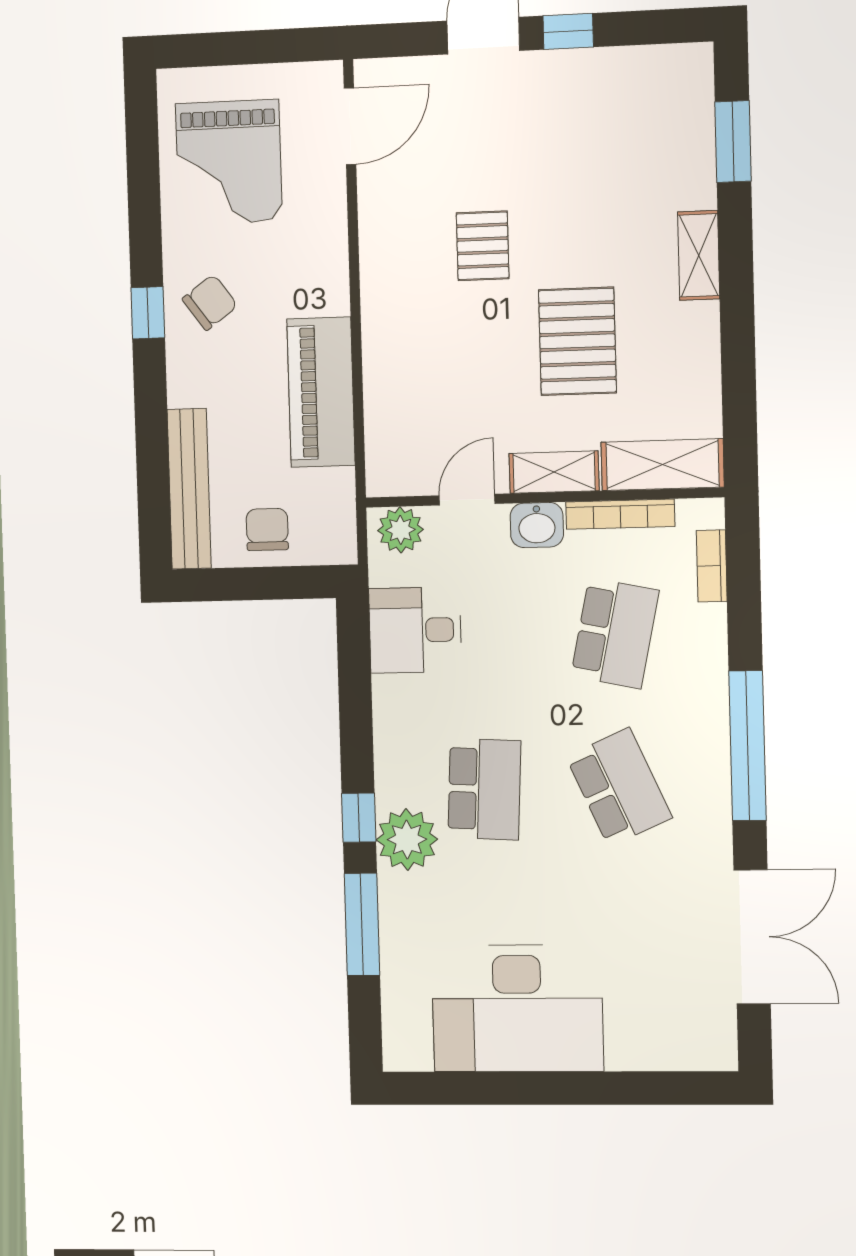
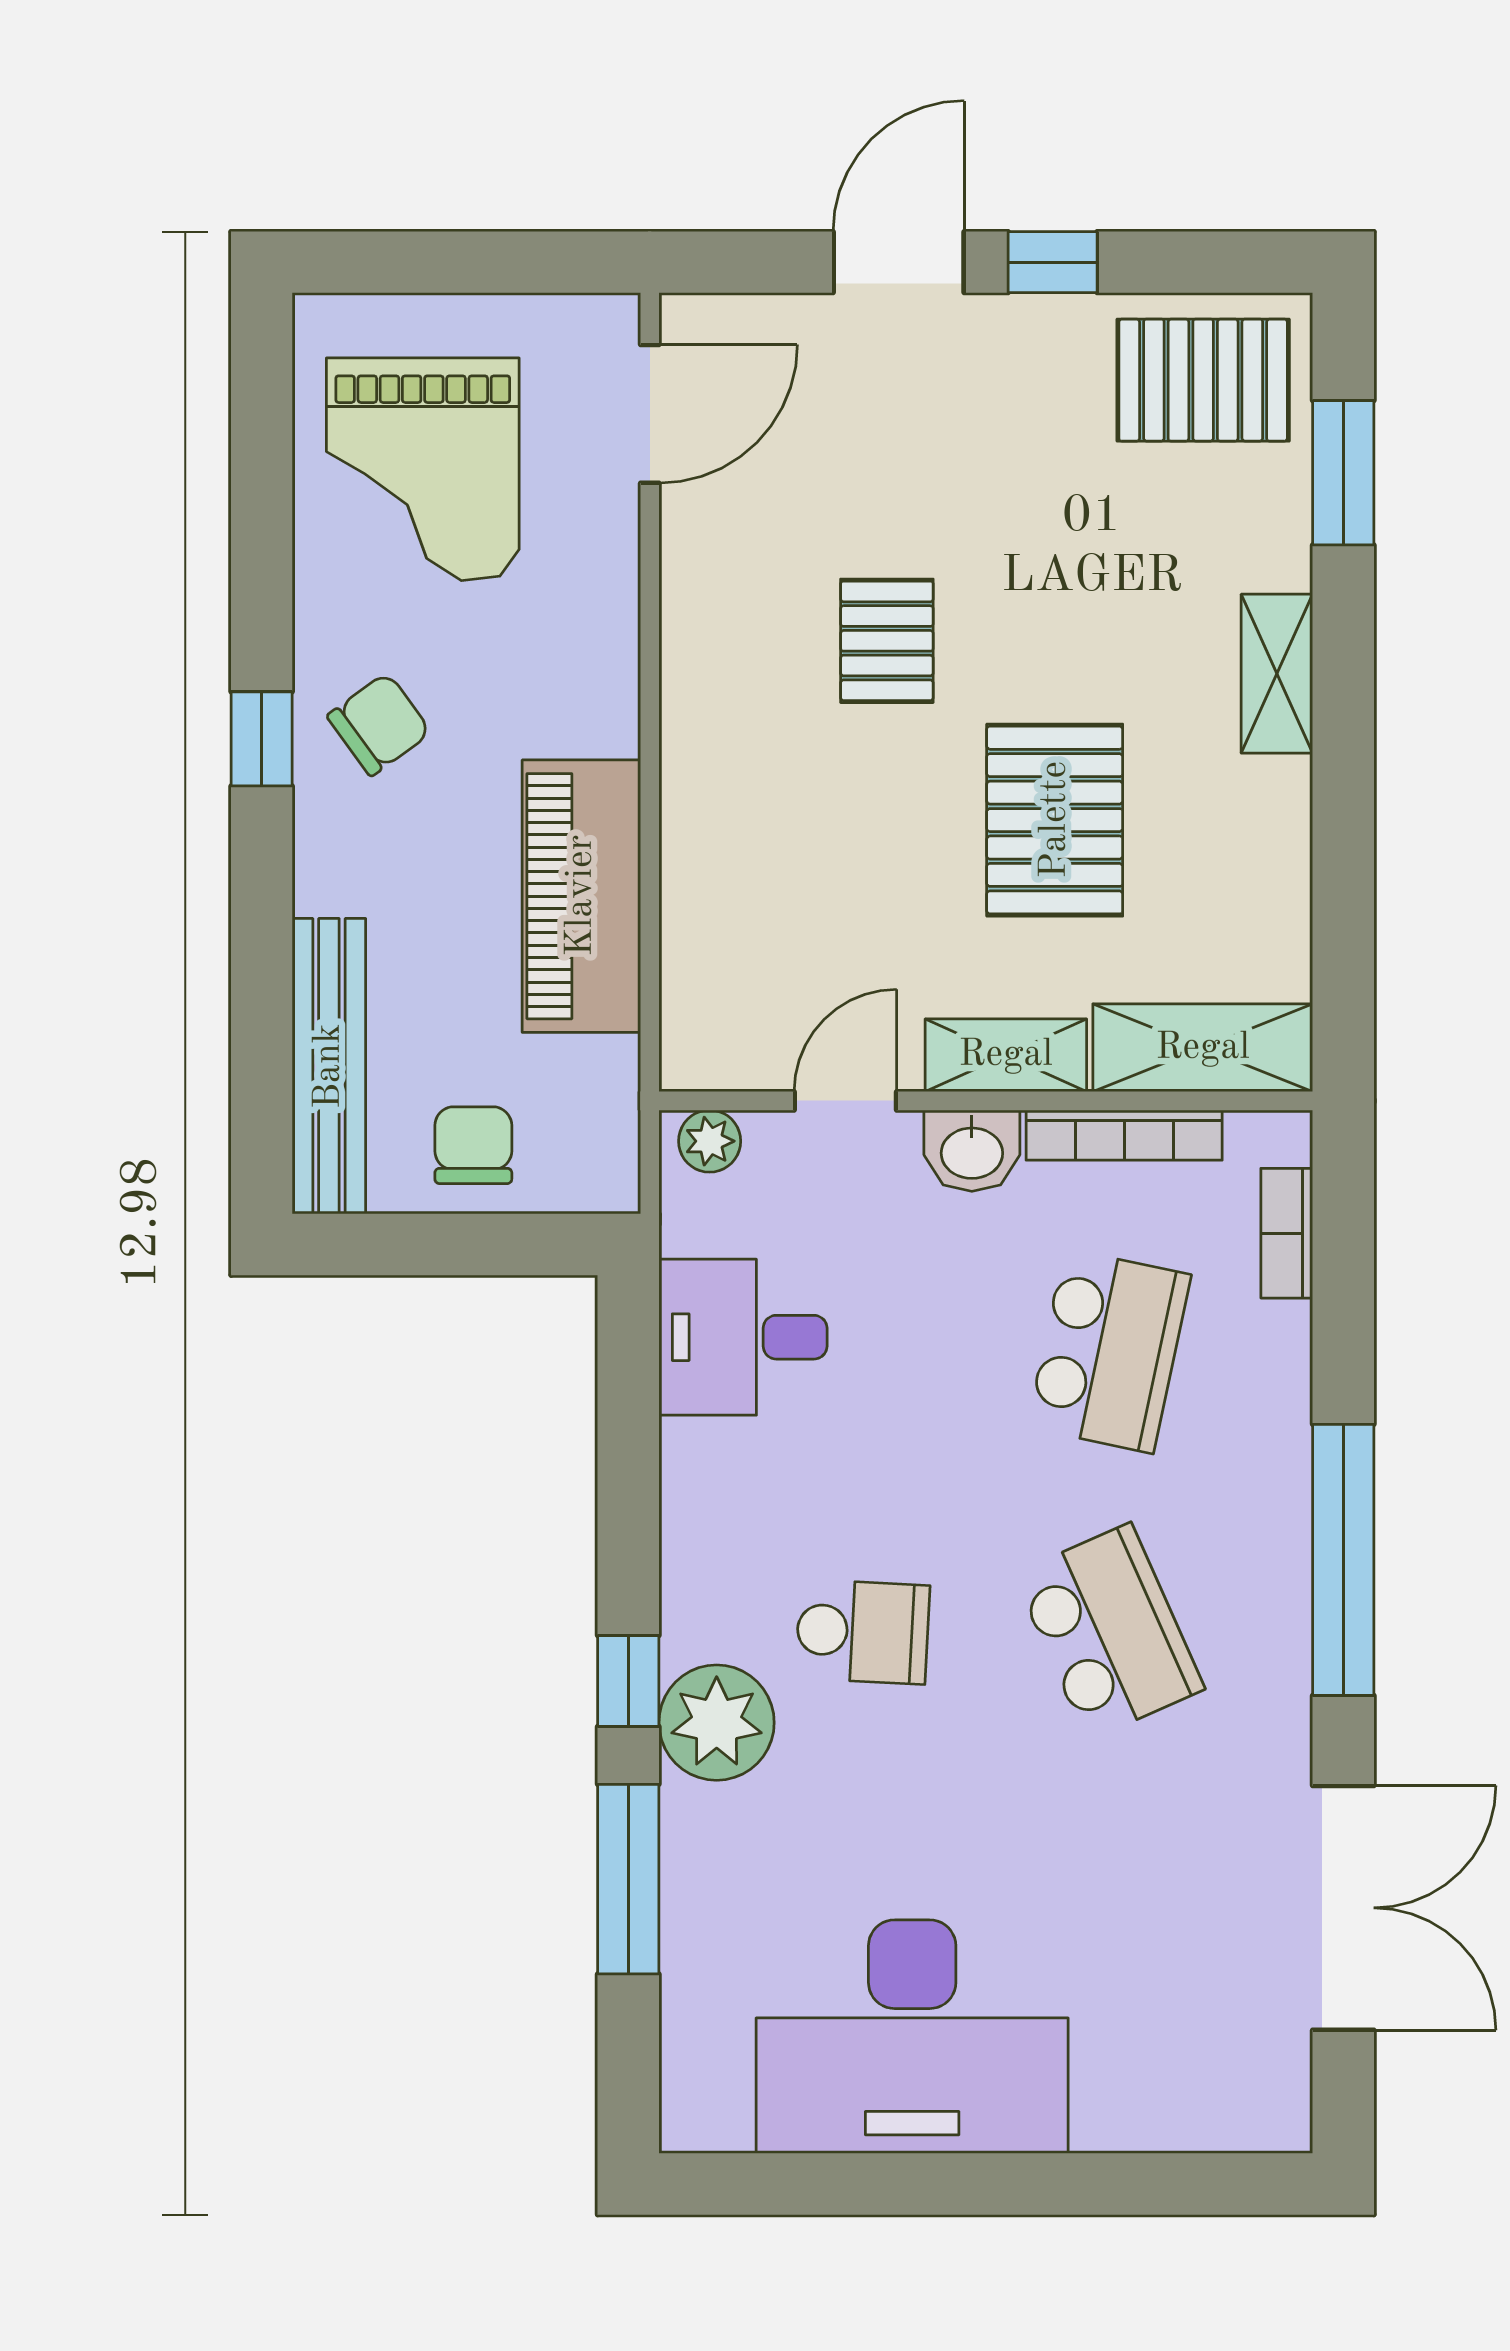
pallet: (653, 93) -> (1203, 380), added
plant: (400, 530) -> (710, 1141), width x0.73, depth x0.73
school desk: (484, 789) -> (863, 1632), width x0.54

